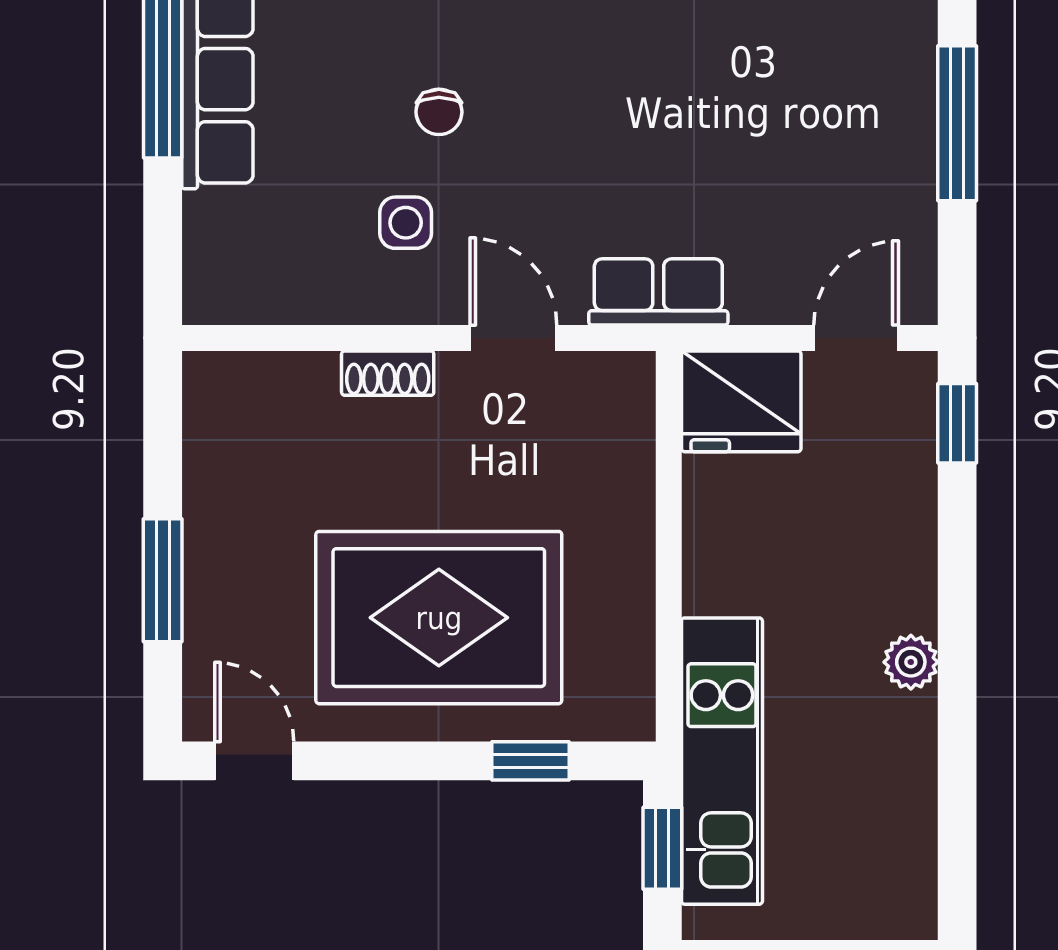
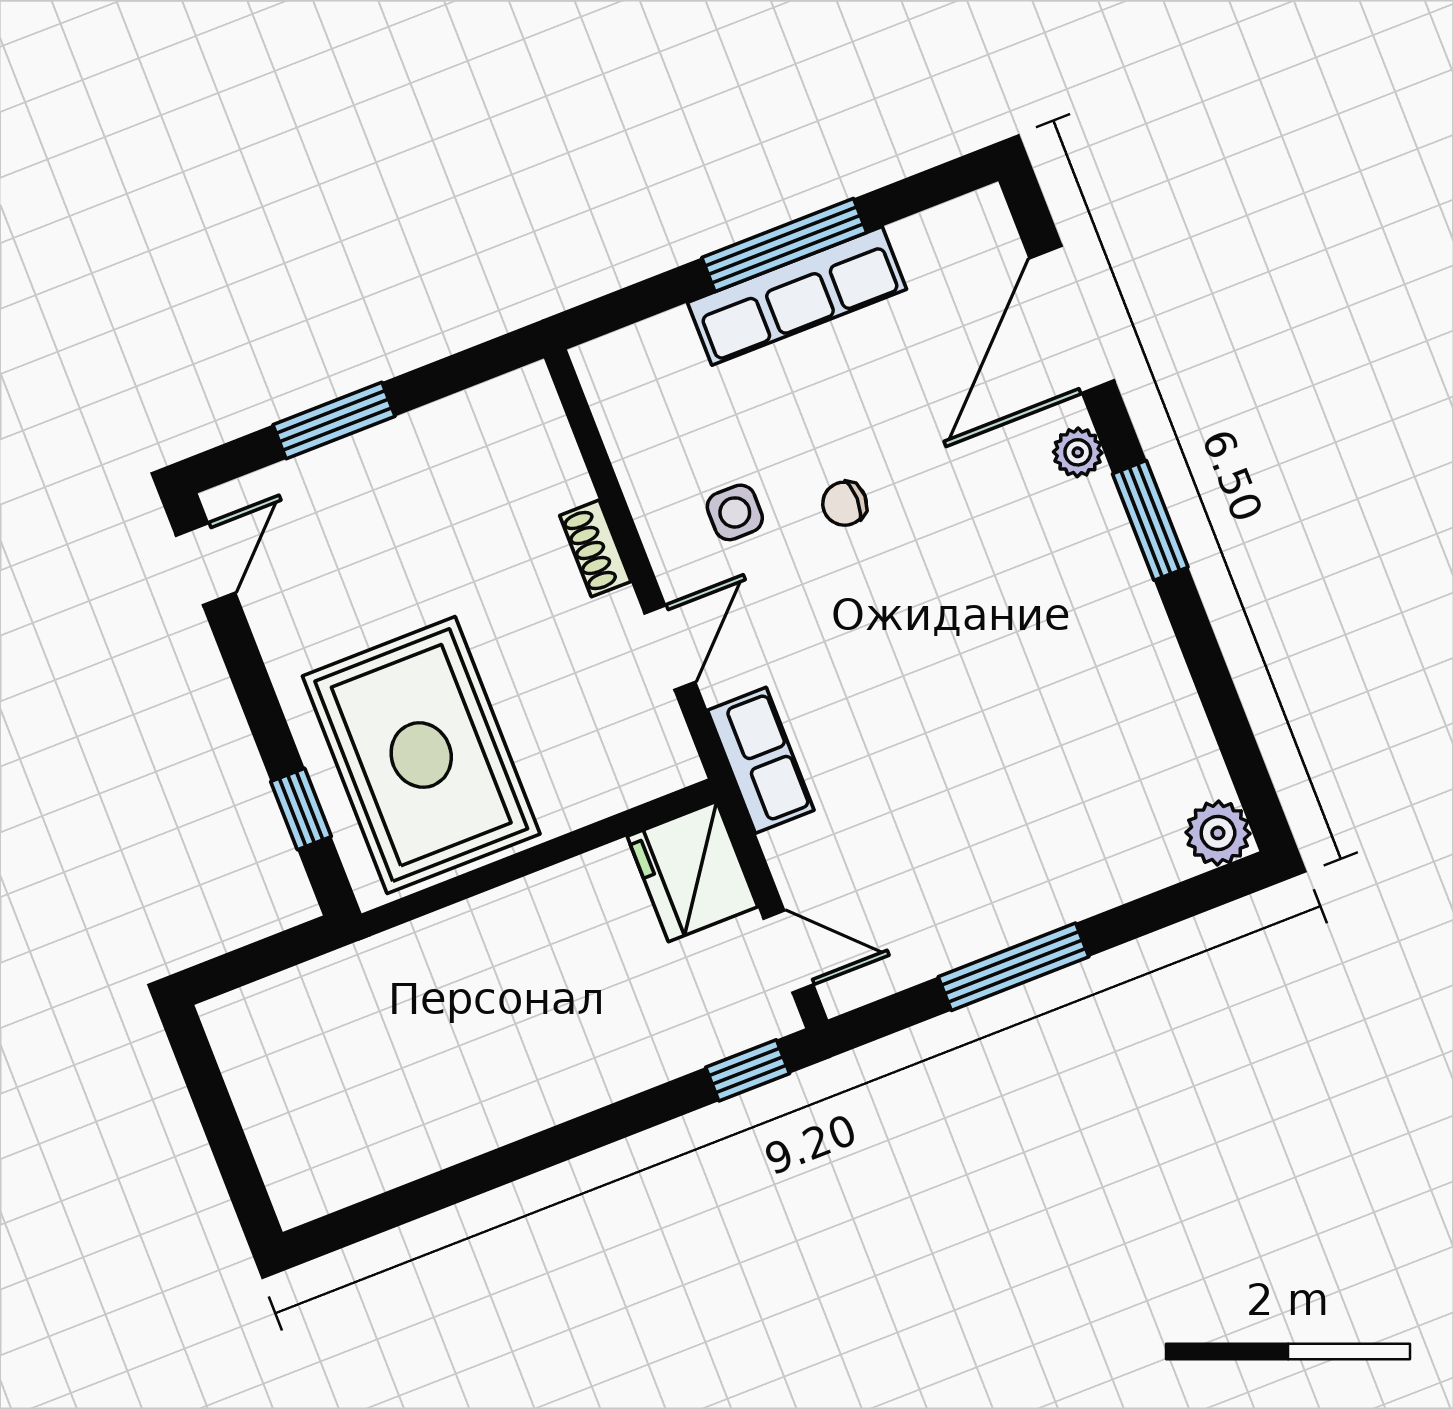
rug: (439, 618) -> (421, 755), moved
plant: (911, 662) -> (520, 1112), removed
kitchen unit: (722, 761) -> (367, 979), removed
window: (662, 848) -> (269, 956), removed

